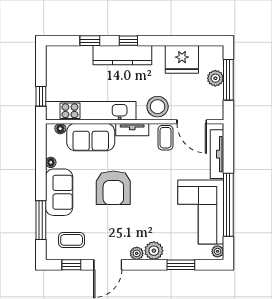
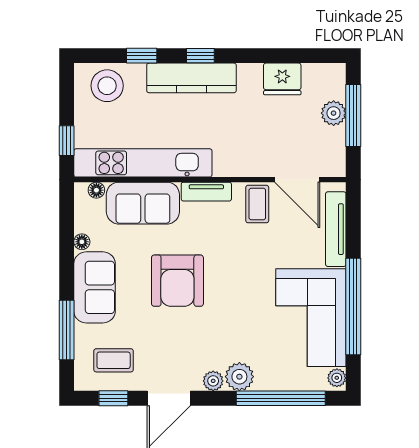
fridge: (182, 59) -> (282, 79), width x0.73, depth x0.75
stool: (158, 107) -> (107, 86), moved
window: (181, 265) -> (281, 398), width x2.11

